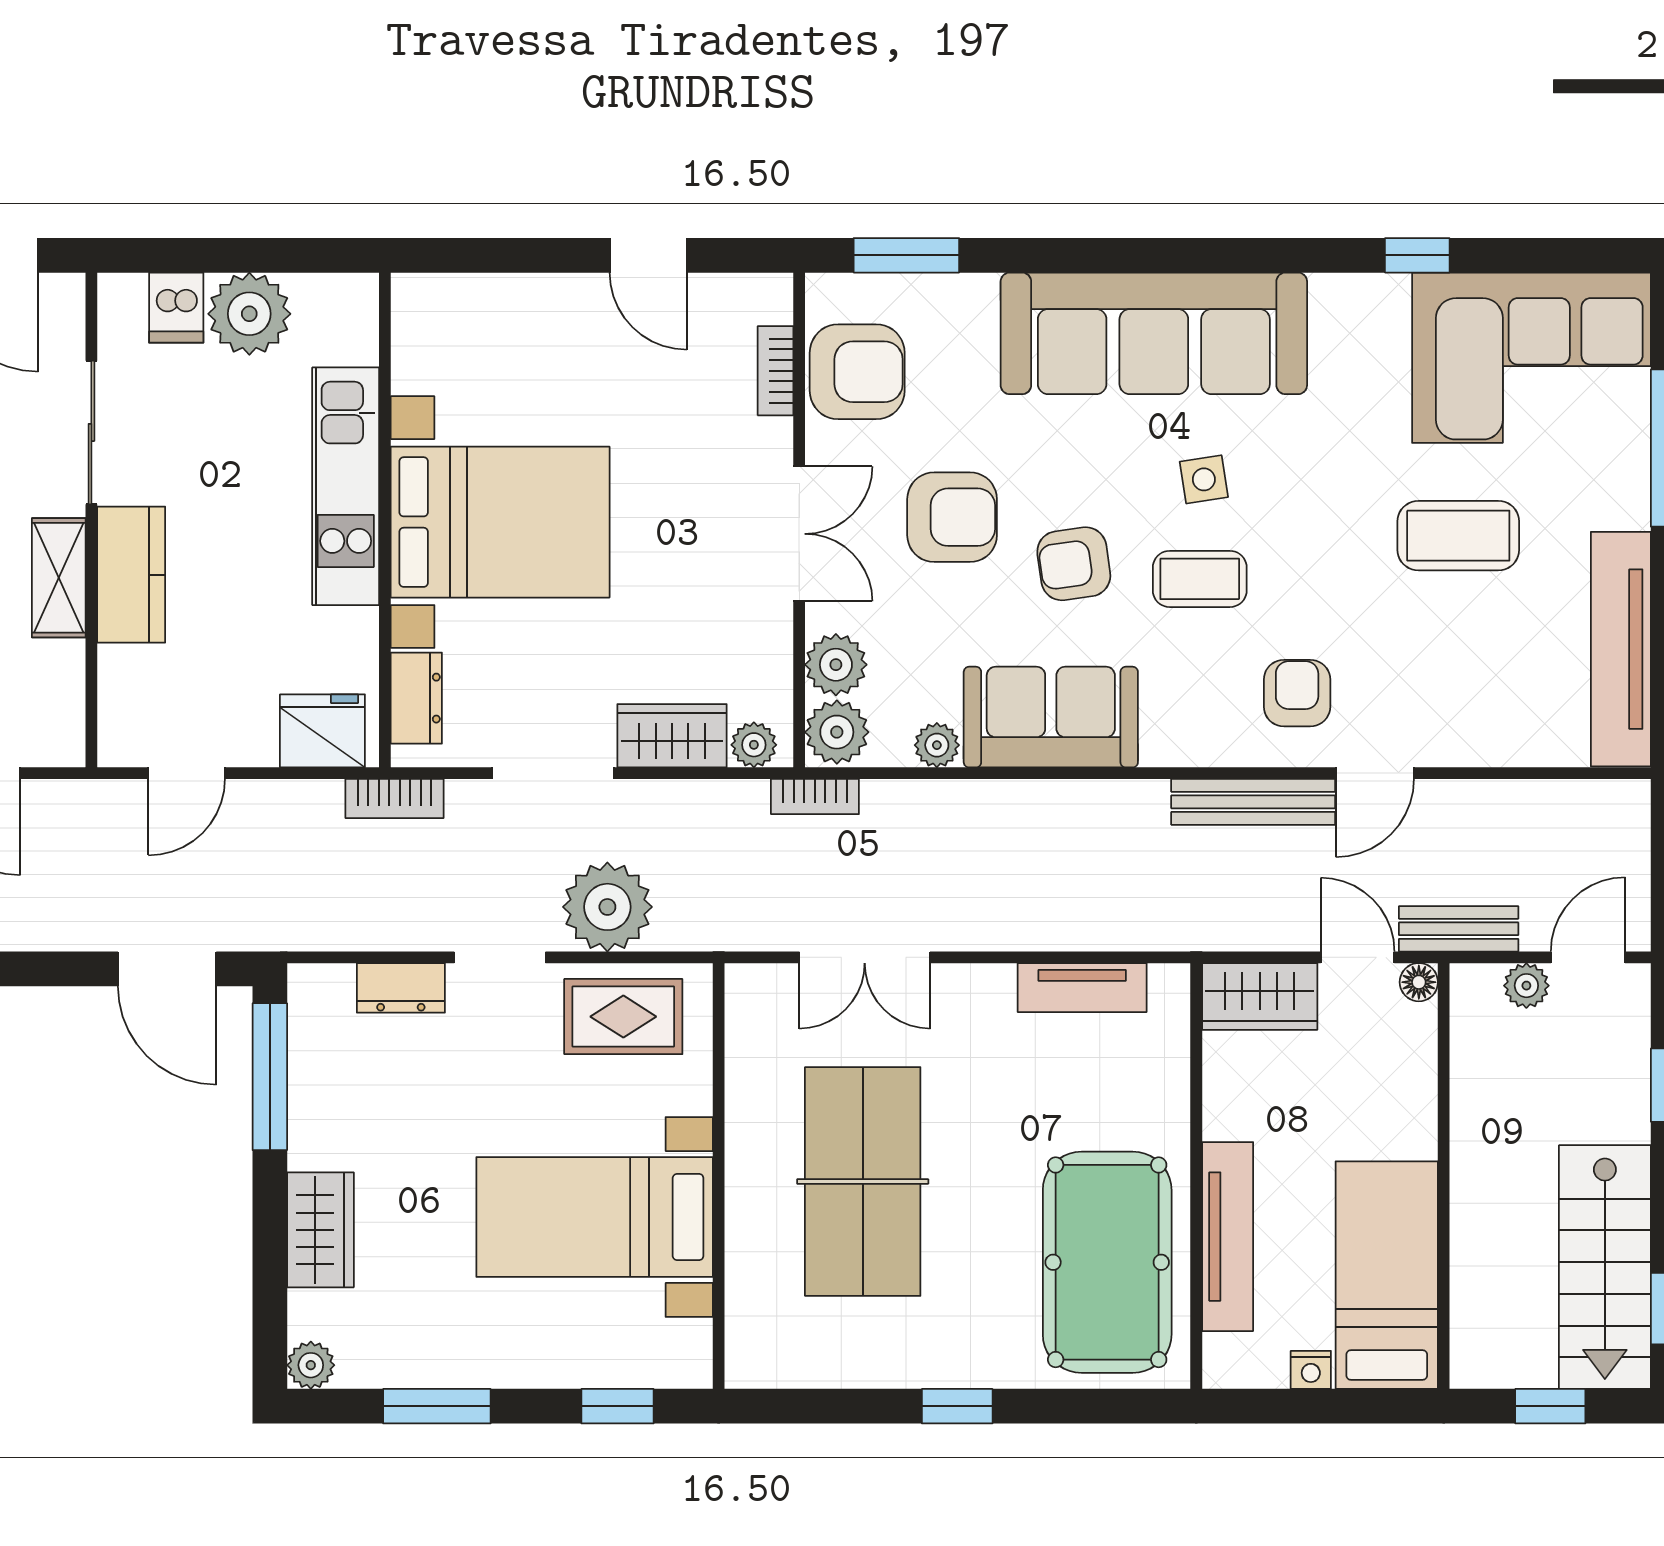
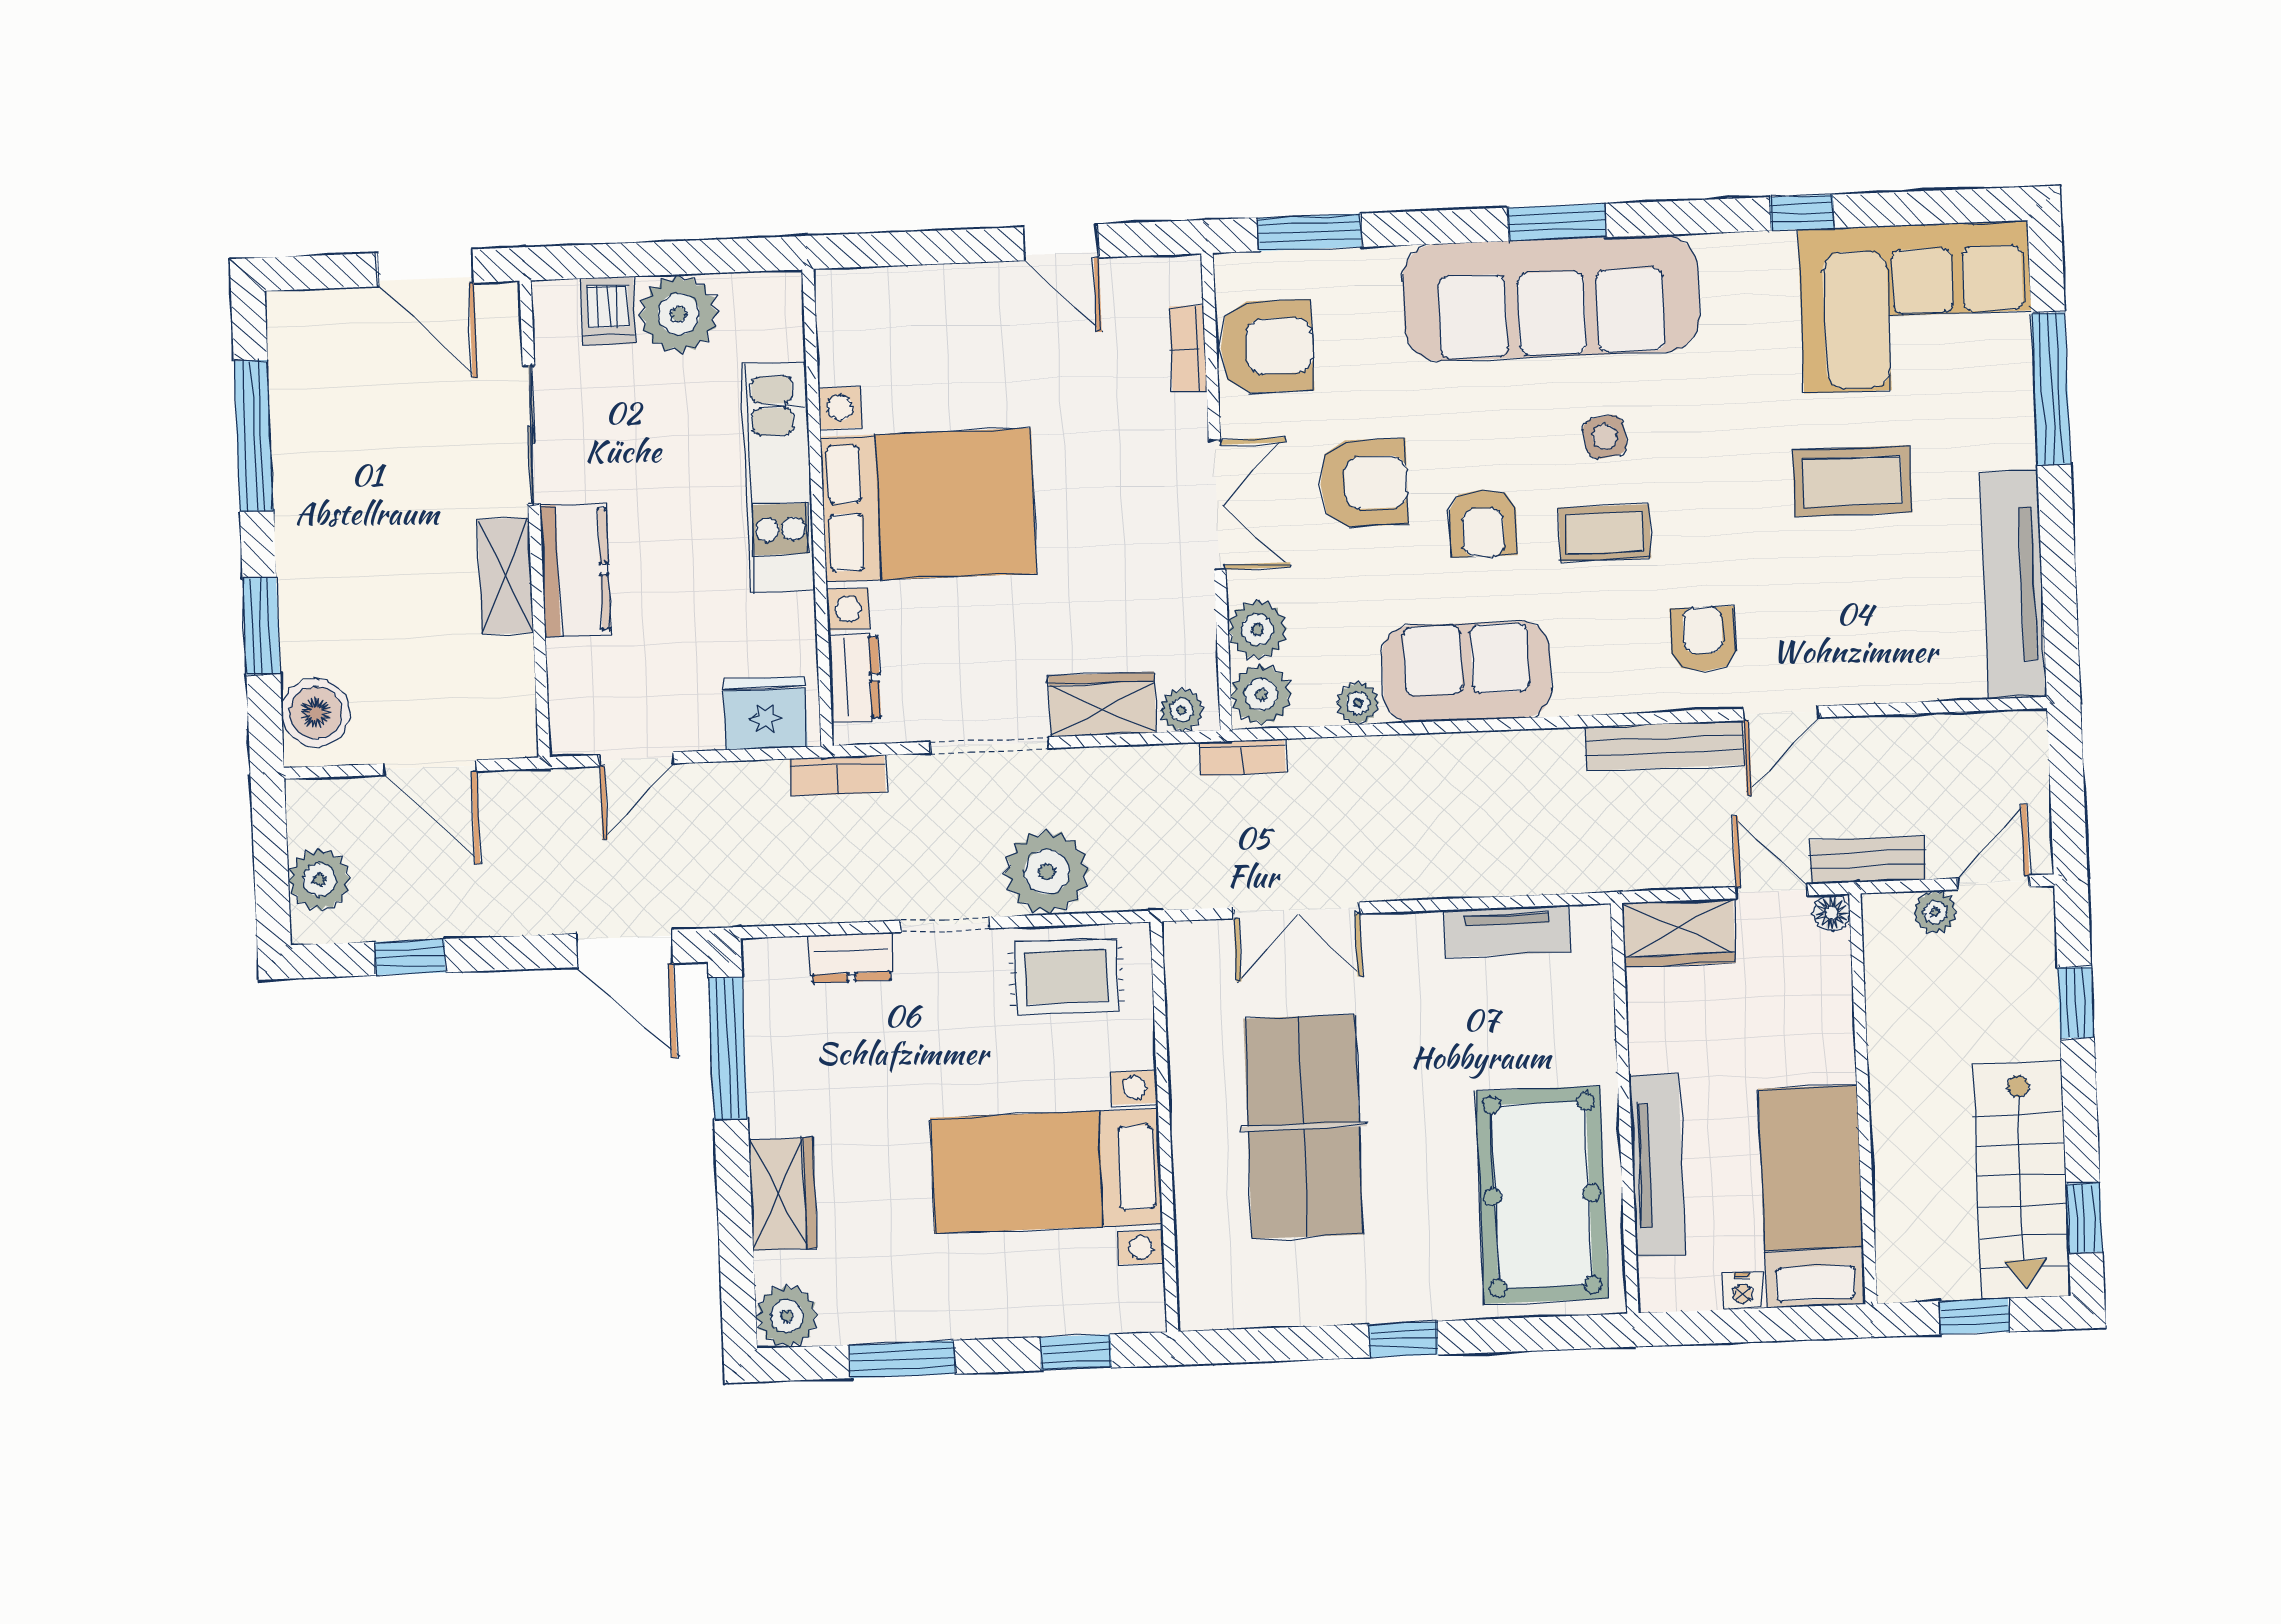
window: (1163, 255) -> (1557, 222), added
armchair: (1074, 564) -> (1483, 523), turned -82
plant: (311, 1365) -> (787, 1316), width x1.38, depth x1.38

